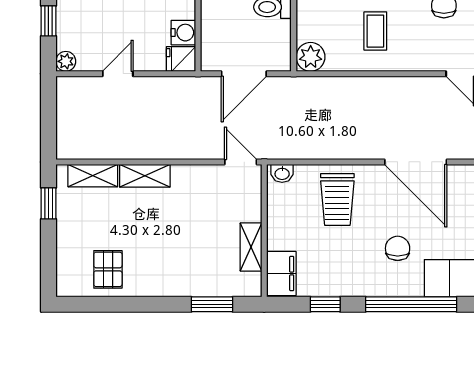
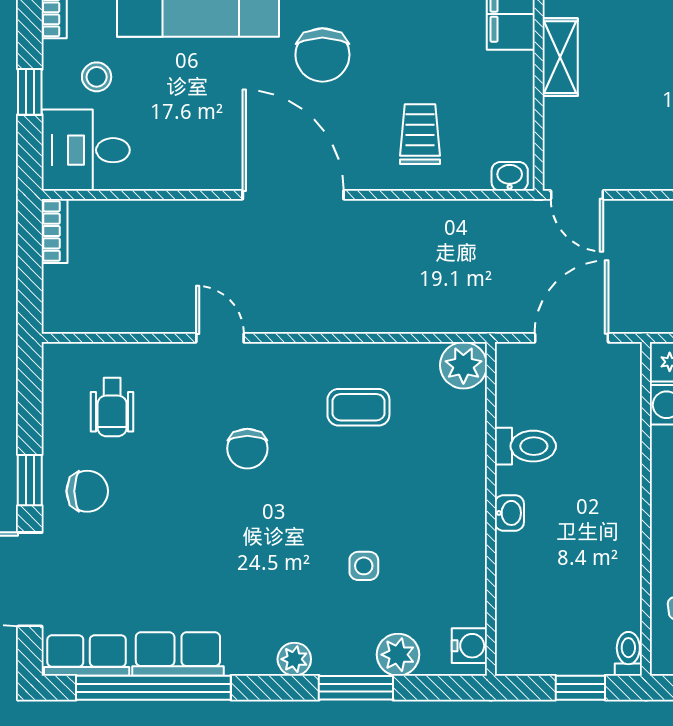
coffee table: (375, 31) -> (358, 407), turned 90
trolley: (337, 199) -> (420, 134), width x0.73, depth x0.72
chair: (398, 248) -> (322, 55), width x1.37, depth x1.37

